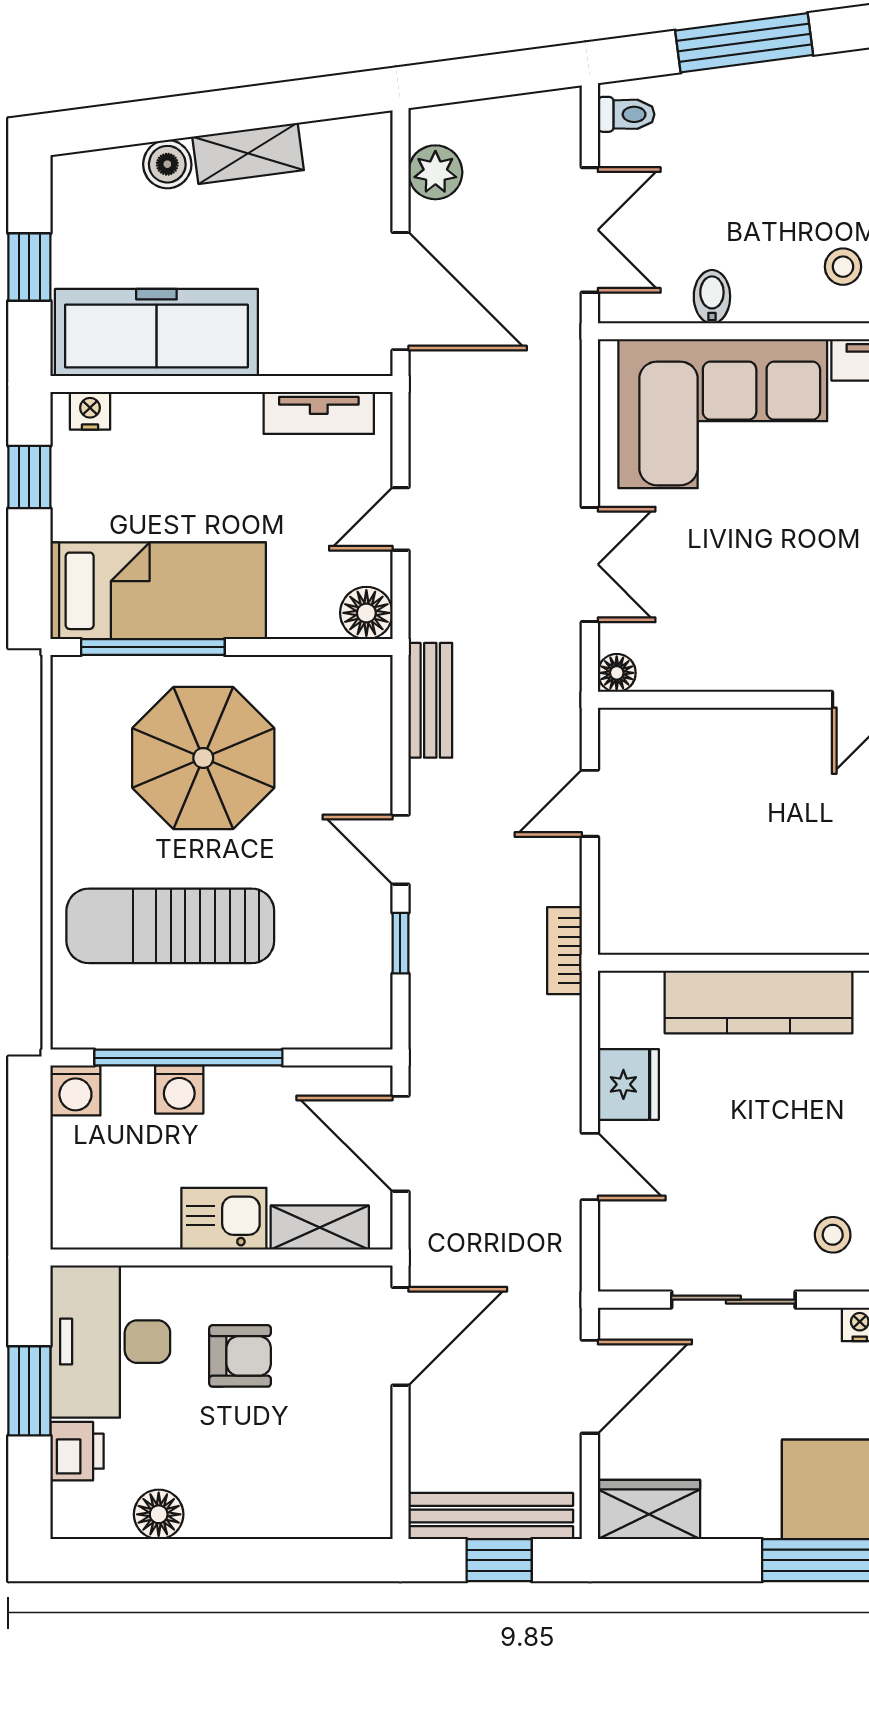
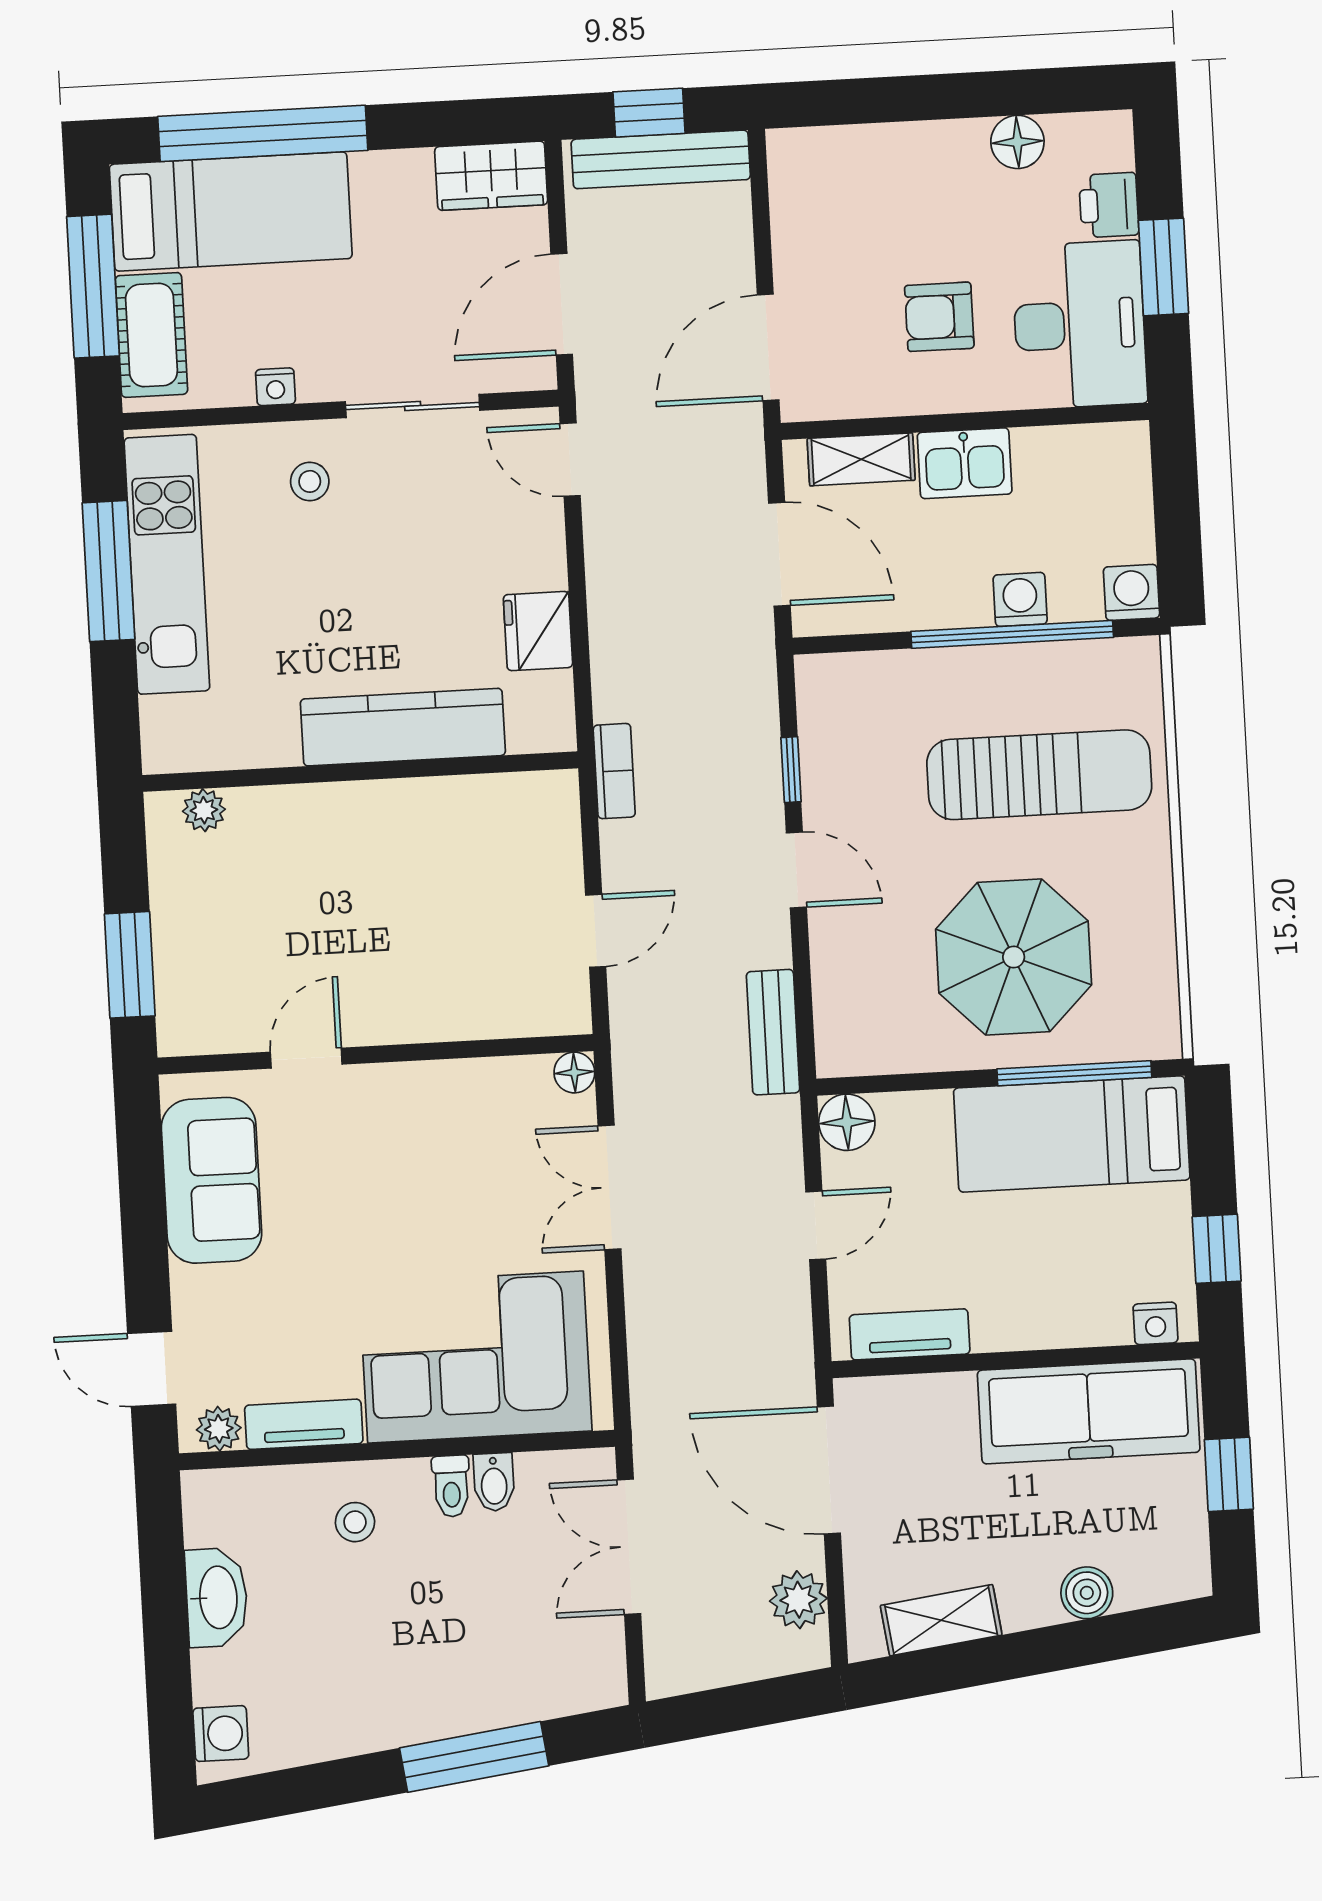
toilet: (626, 114) -> (451, 1486), moved, turned -90
shelving: (248, 153) -> (941, 1620), moved
door: (590, 1166) -> (570, 460), moved

